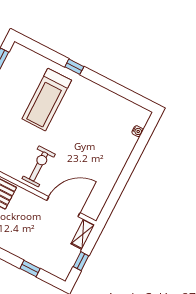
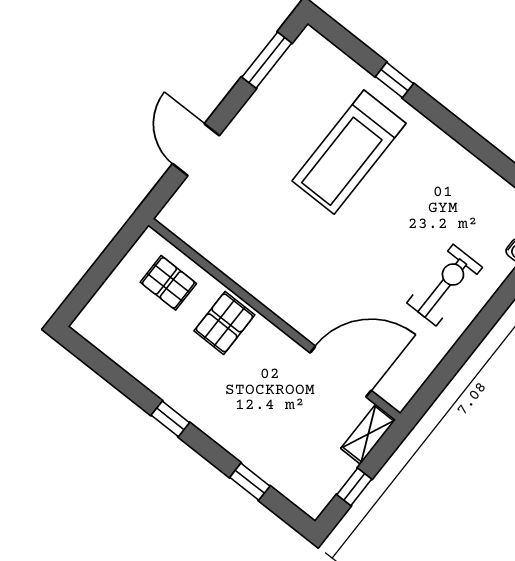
window: (74, 67) -> (395, 80), moved
exercise bike: (39, 166) -> (445, 285), moved

